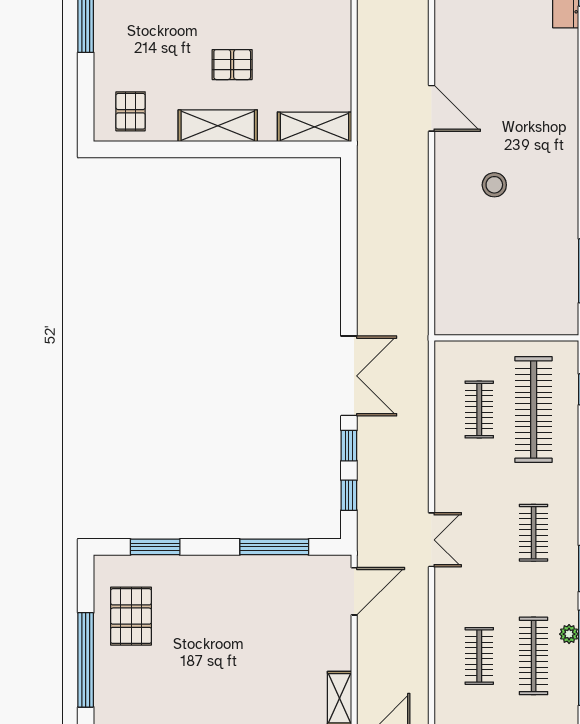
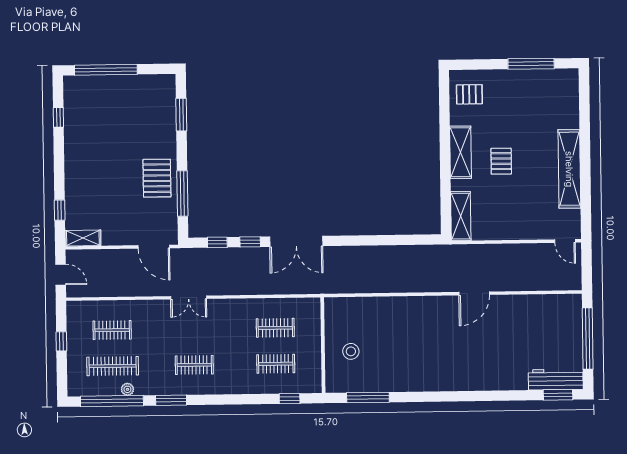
stool: (494, 185) -> (351, 351), moved
clothes rail: (534, 409) -> (276, 364), width x0.54, depth x0.76
pallet: (131, 616) -> (157, 178), moved, turned 90

